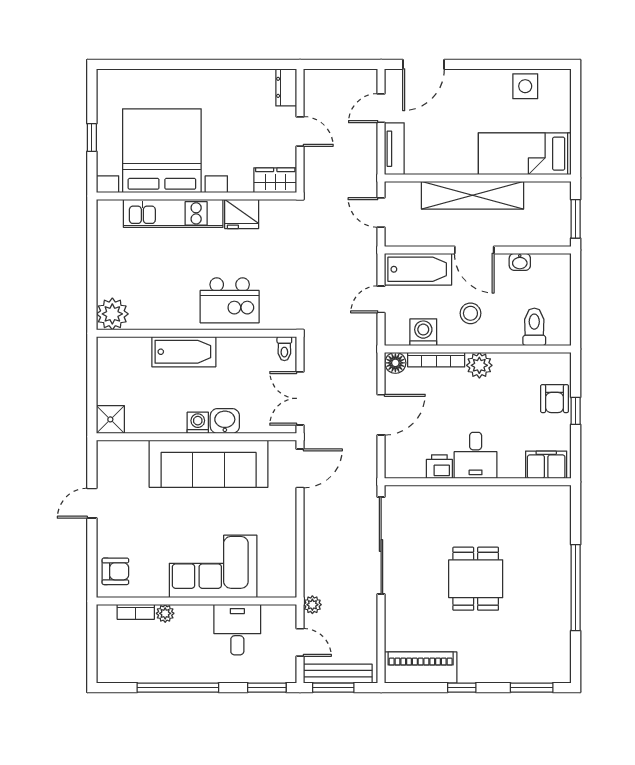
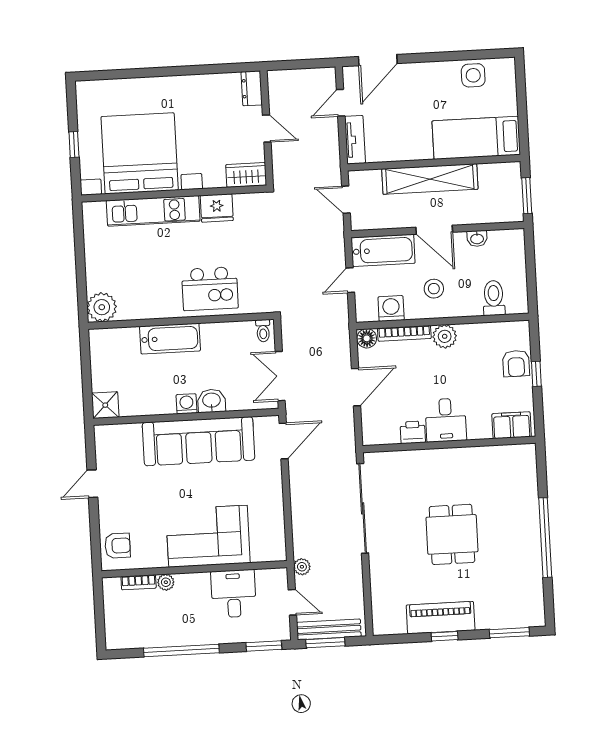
piano: (421, 668) -> (441, 618), moved

